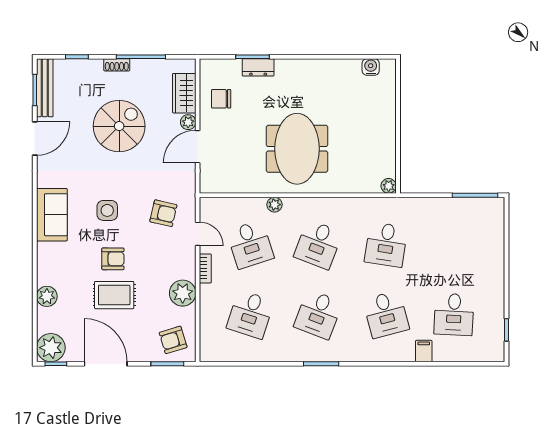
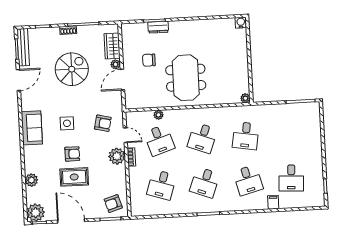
water cooler: (371, 67) -> (241, 23), moved
chair: (221, 99) -> (149, 60), moved
plant: (275, 205) -> (159, 115), moved
plant: (183, 293) -> (117, 156), moved

